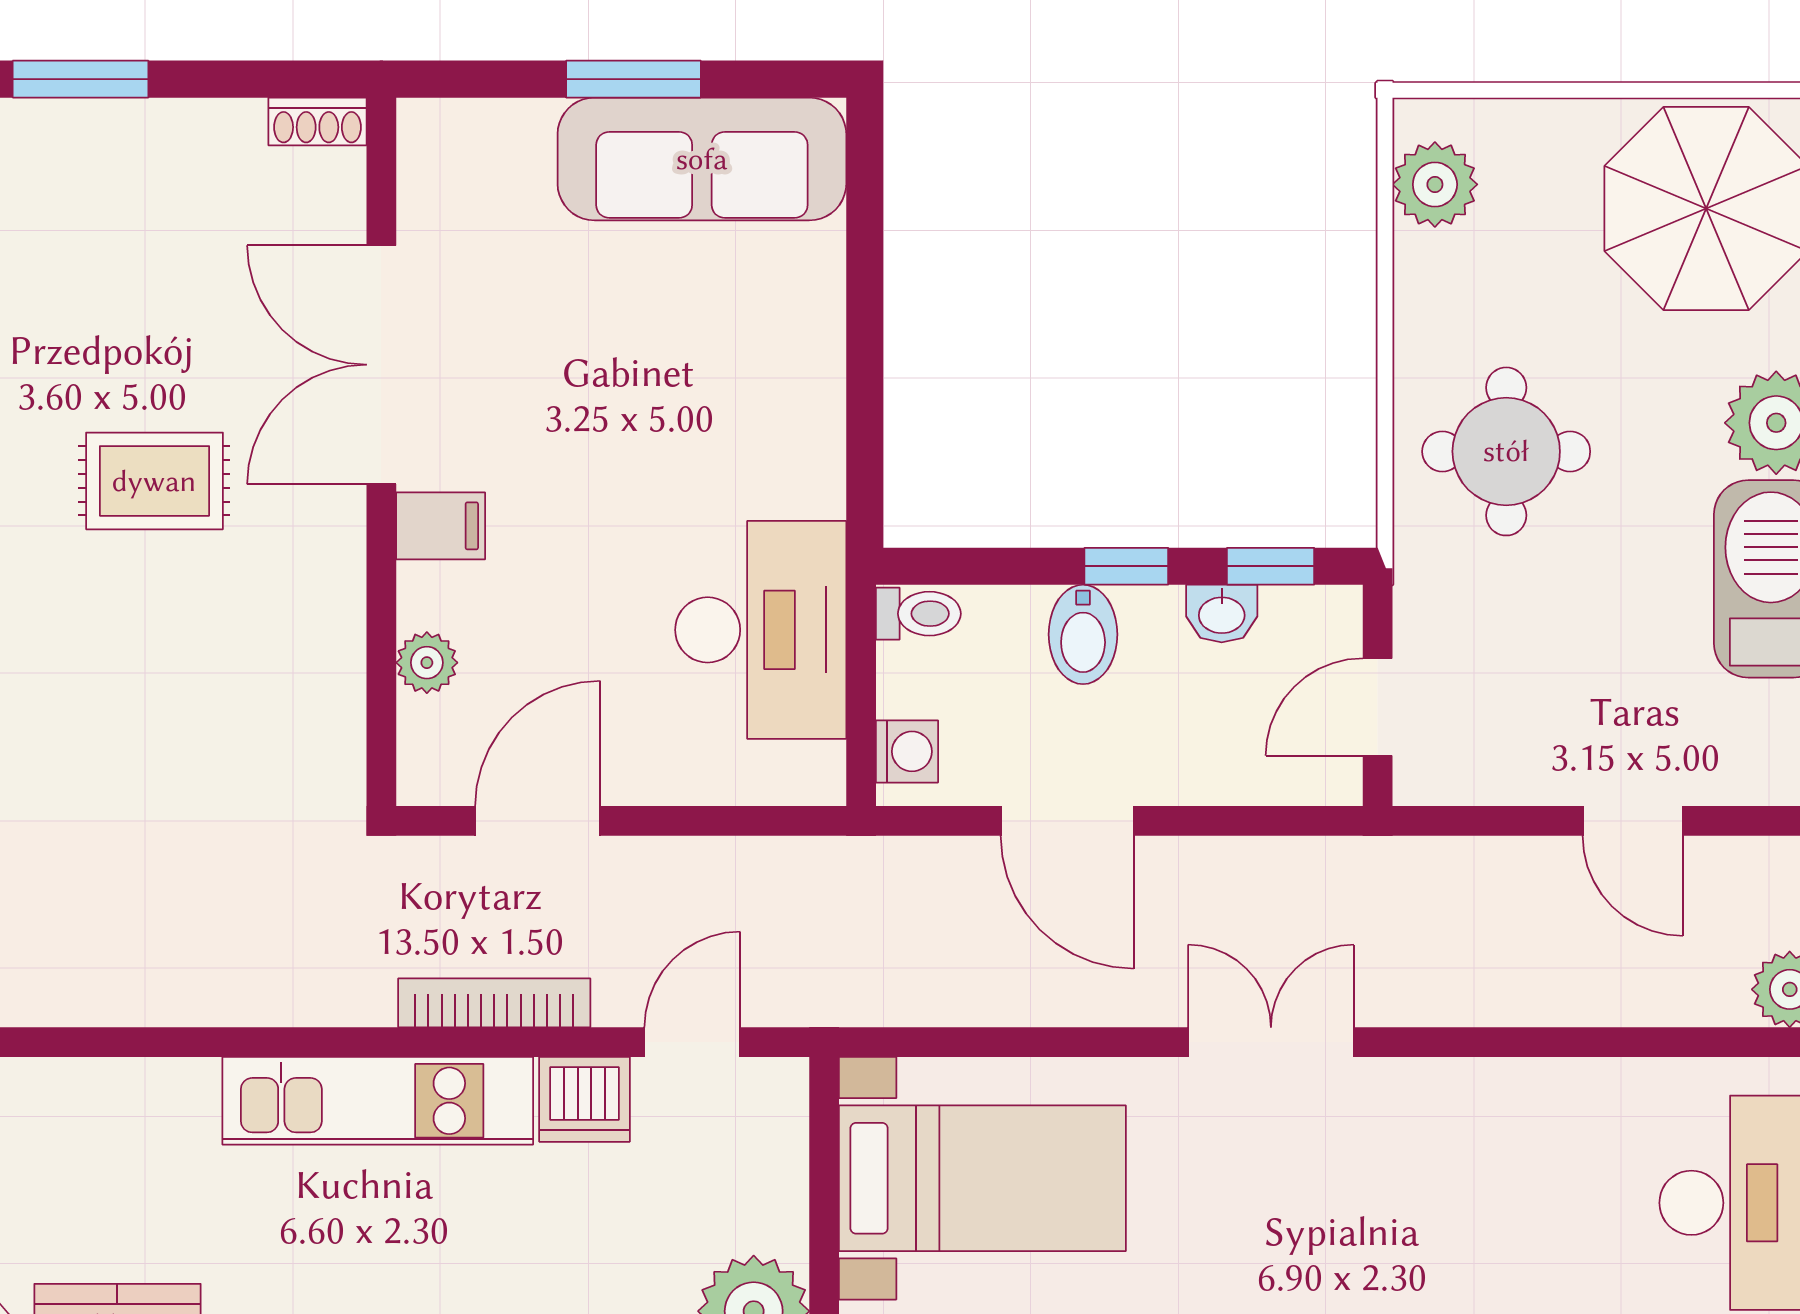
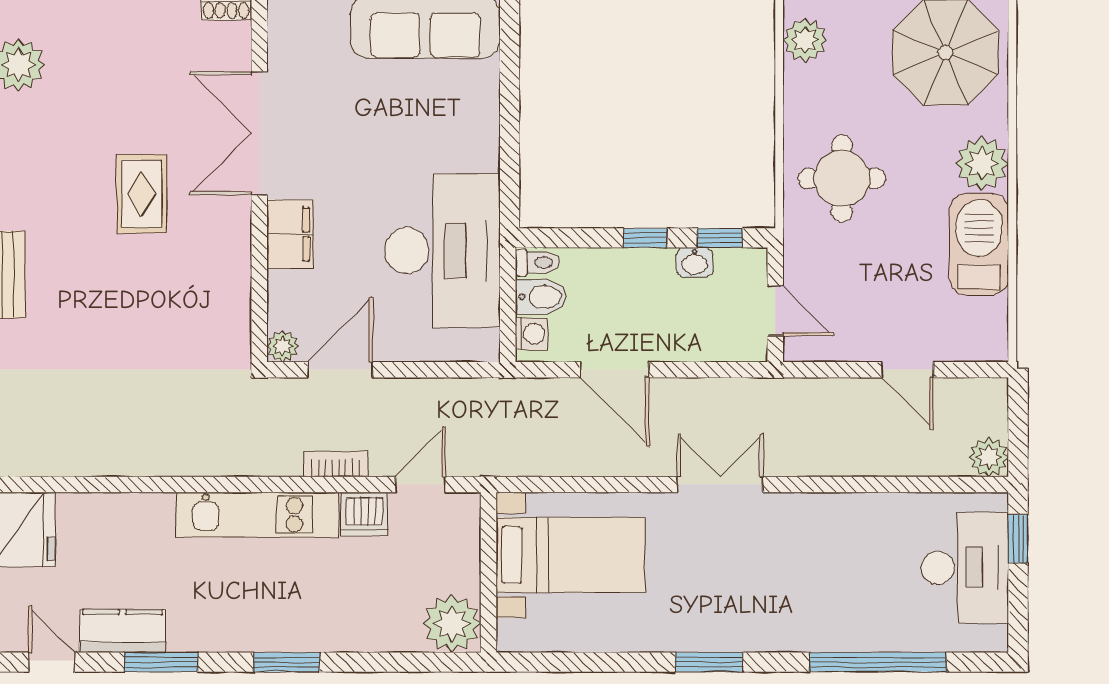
rug: (154, 481) -> (142, 194), turned 90
filing cabinet: (441, 526) -> (290, 234), width x2.00
desk: (761, 630) -> (442, 250), width x1.36, depth x1.30
bidet: (1083, 634) -> (541, 297), moved, turned -90
plant: (427, 663) -> (283, 346), moved
door: (1378, 707) -> (775, 311), swing flipped
bookcase: (494, 1003) -> (336, 464), width x0.64

